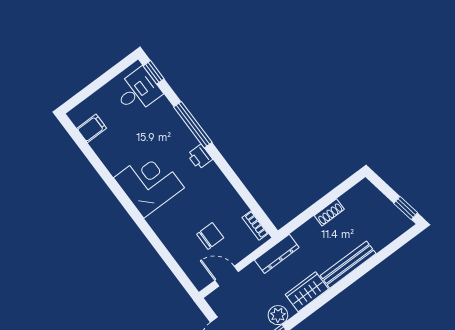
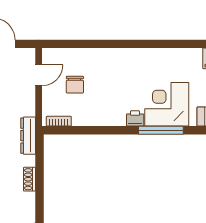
corner desk: (149, 183) -> (167, 104), moved, turned 180
dresser: (277, 254) -> (28, 136), moved

